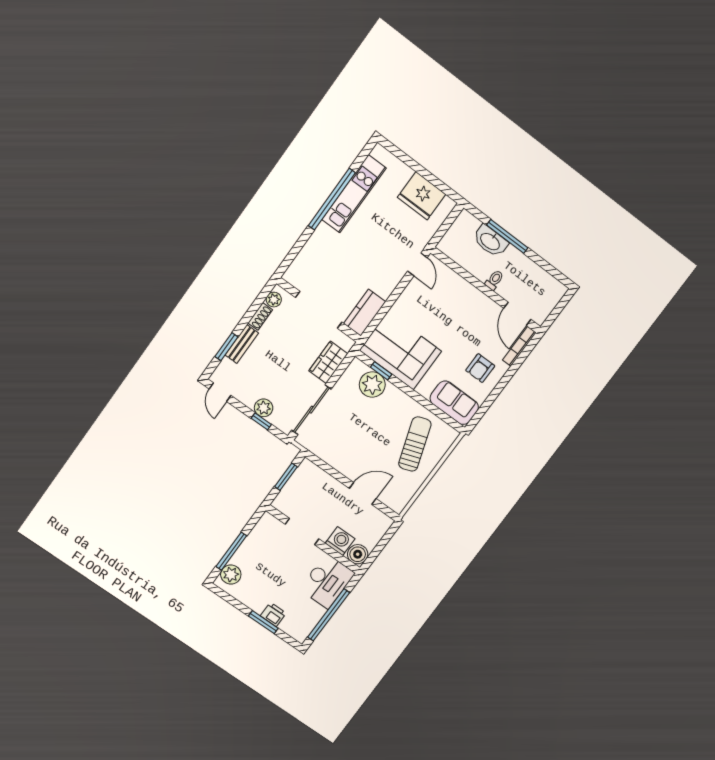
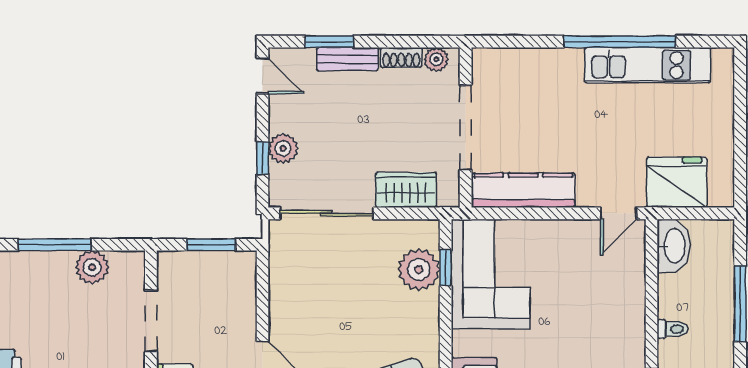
fridge: (422, 196) -> (677, 182), moved, turned 90
washbasin: (490, 241) -> (674, 246), moved, turned 180
kitchen counter: (365, 313) -> (523, 190), width x1.50
door: (220, 392) -> (263, 76), swing flipped
plant: (231, 575) -> (92, 267), moved

